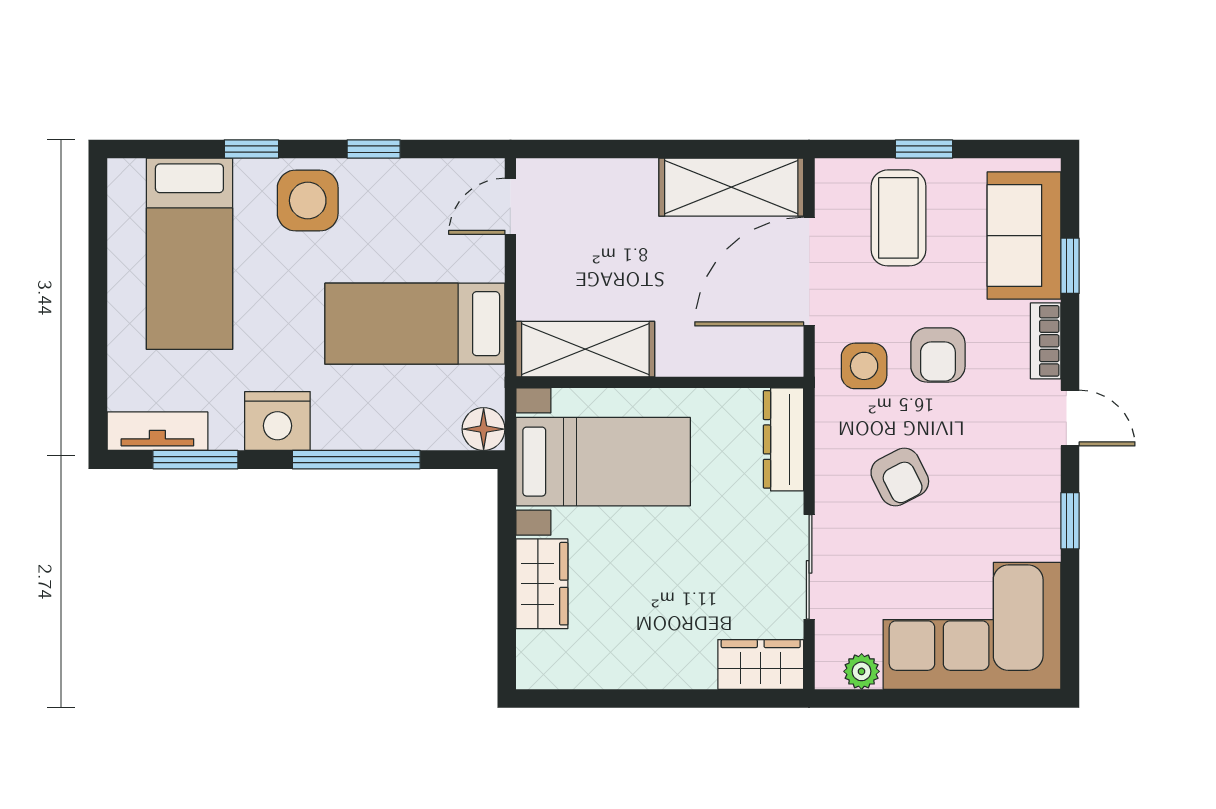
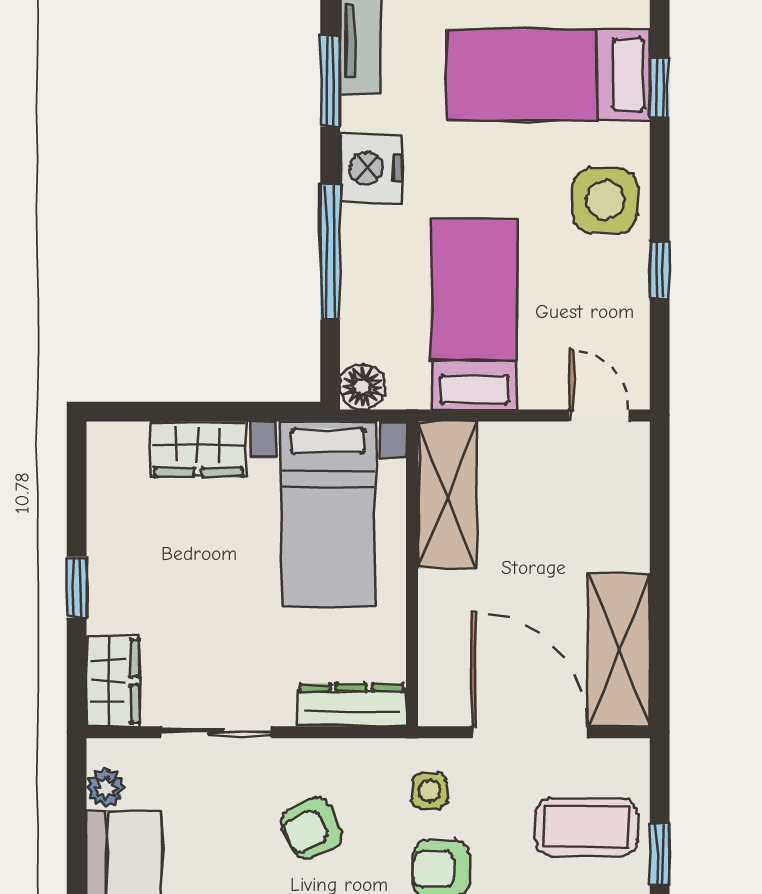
window: (251, 149) -> (660, 88), moved
side table: (864, 366) -> (429, 791), width x0.73, depth x0.73
window: (672, 698) -> (77, 587), added

